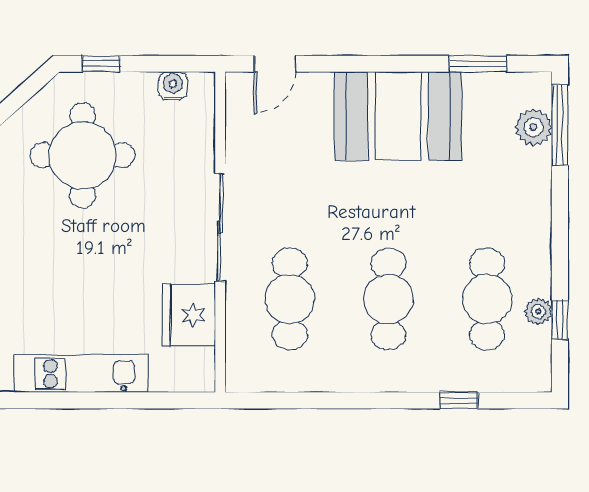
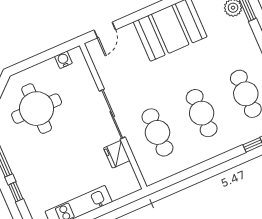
window: (101, 64) -> (27, 64), removed
fridge: (189, 315) -> (117, 154), width x0.73, depth x0.75

